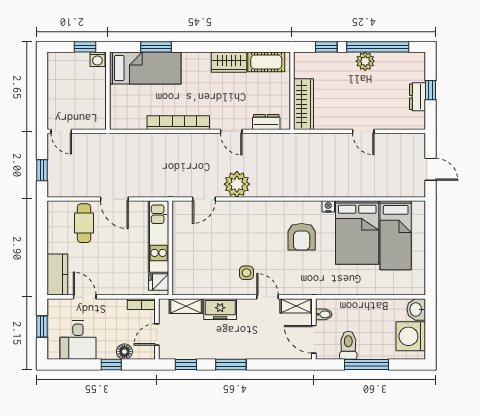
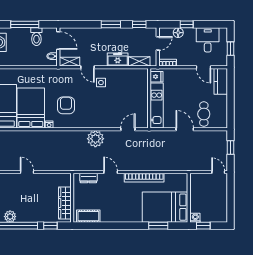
plant: (365, 61) -> (10, 217), moved
wardrobe: (229, 62) -> (112, 216), removed
bed: (145, 68) -> (165, 207), width x1.50
wardrobe: (304, 104) -> (65, 203), moved
plant: (237, 184) -> (95, 139), moved

